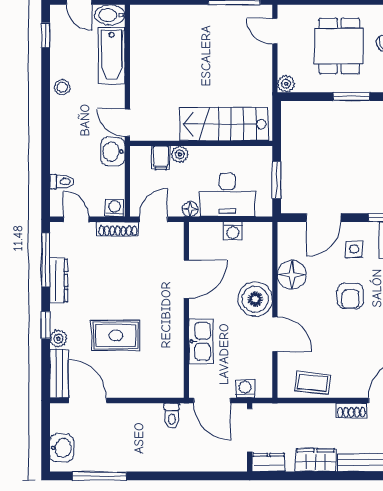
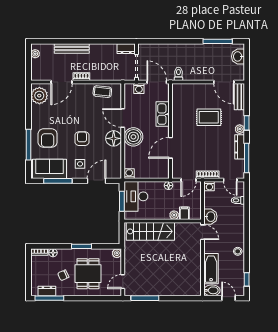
door: (275, 31) -> (123, 282), swing flipped
desk: (227, 195) -> (136, 196), moved, turned -90
washing machine: (233, 231) -> (129, 174), moved
floor lamp: (292, 275) -> (114, 138), moved
plant: (58, 339) -> (240, 129), moved
wardrobe: (316, 460) -> (101, 50), removed

